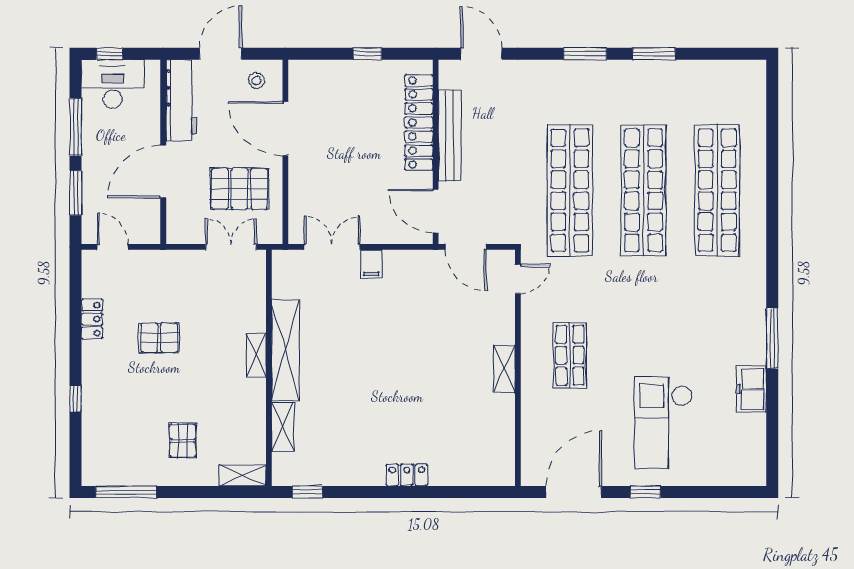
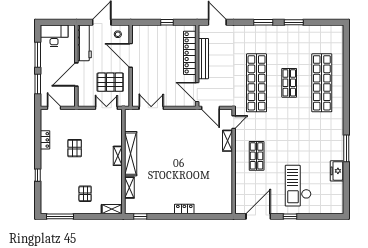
window: (110, 54) -> (53, 22), removed
shop shelf: (644, 190) -> (289, 83), width x0.50, depth x0.74
filing cabinet: (371, 264) -> (169, 115), removed
pallet: (159, 338) -> (75, 148), turned 90
shelving: (504, 369) -> (227, 141), moved

